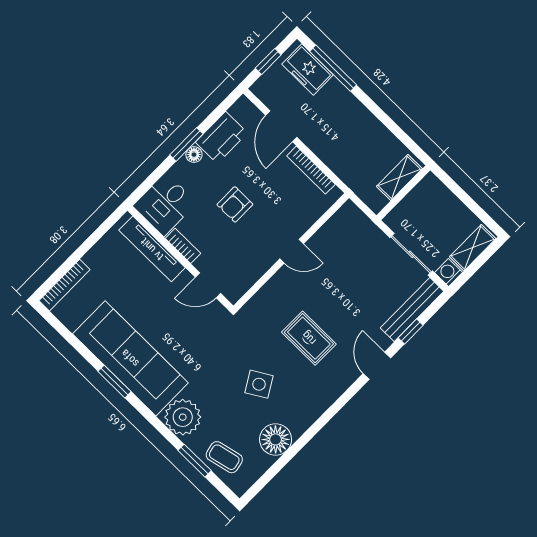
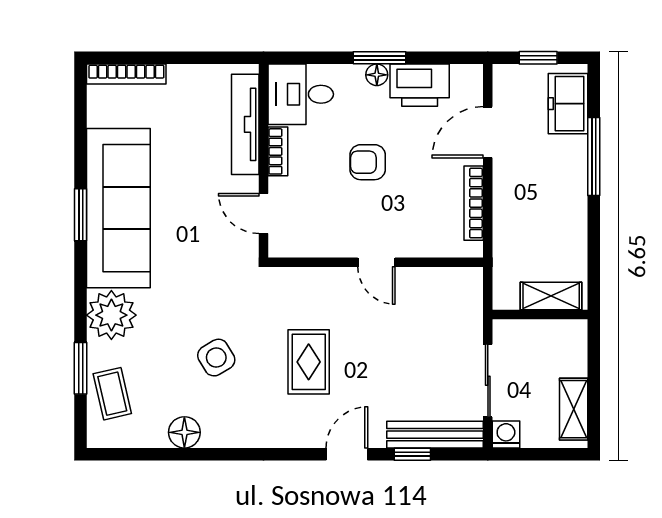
window: (333, 68) -> (594, 157), moved
shelving: (473, 248) -> (574, 409), moved, turned 90
floor lamp: (276, 439) -> (184, 432), width x0.73, depth x0.73

